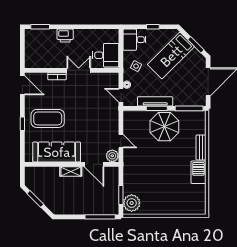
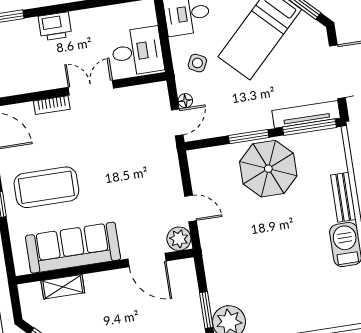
door: (121, 95) -> (177, 122), swing flipped
tv unit: (155, 101) -> (306, 114), moved
shelving: (71, 171) -> (63, 287), moved

